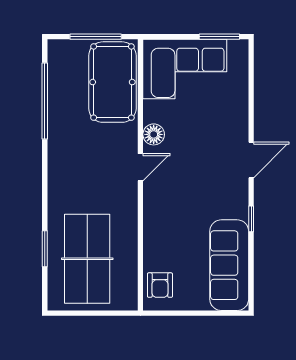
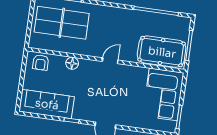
floor lamp: (154, 134) -> (72, 63), moved
door: (140, 167) -> (110, 61), swing flipped
armchair: (160, 285) -> (41, 63), turned -90

